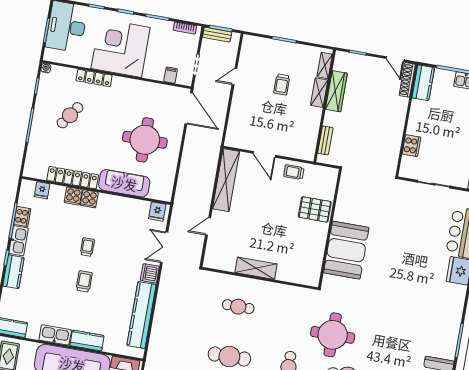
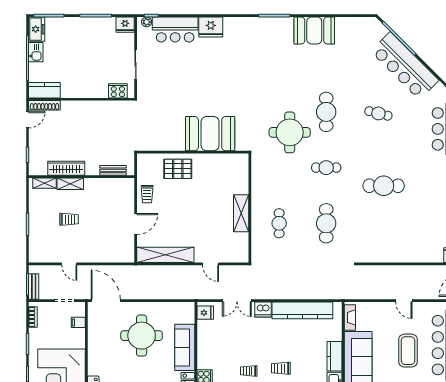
door: (189, 108) -> (106, 301), hinge flipped
cooker: (411, 146) -> (118, 91), moved
pallet: (315, 209) -> (178, 169), turned 90

